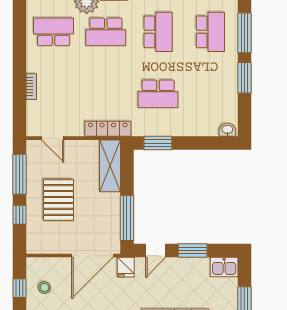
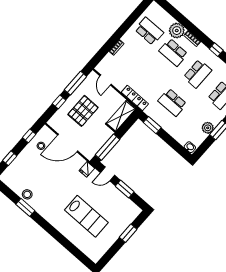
plant: (228, 87) -> (208, 128), added
door: (92, 256) -> (68, 143), moved
kitchen sink: (224, 267) -> (132, 209), removed

